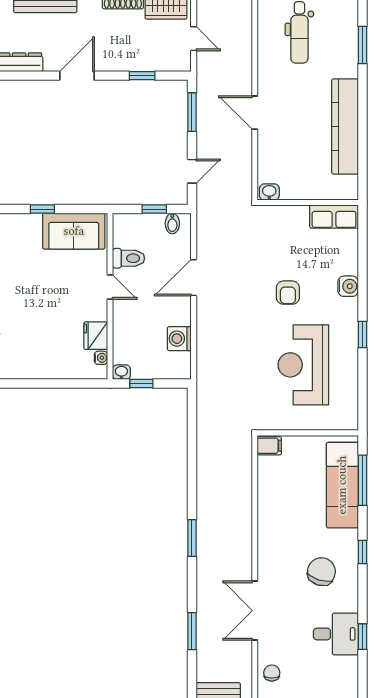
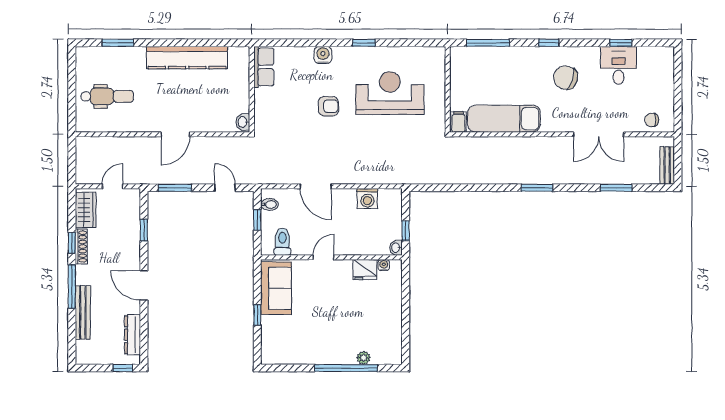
toilet: (129, 258) -> (282, 242), moved
reception desk: (303, 365) -> (390, 93), turned 180
exam couch: (342, 485) -> (504, 119), moved, turned 180

